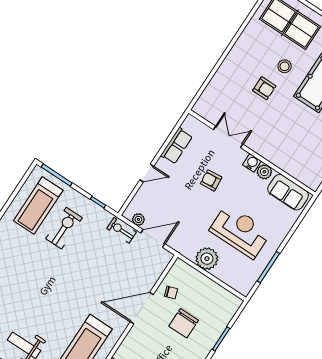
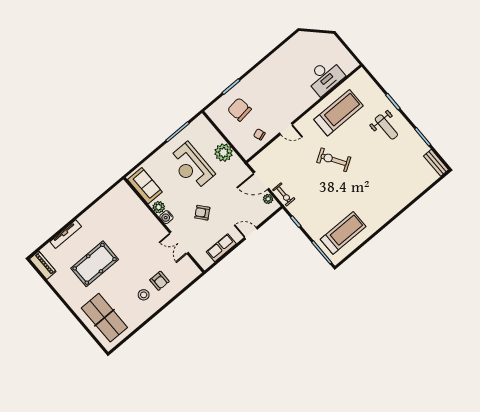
stool: (285, 66) -> (144, 295), moved
armchair: (264, 88) -> (159, 281), moved, turned 180
armchair: (211, 180) -> (202, 213), turned 145
exercise bike: (64, 228) -> (334, 160), moved, turned 58
door: (142, 308) -> (286, 129), width x0.53
chair: (184, 323) -> (239, 110), moved, turned -97

